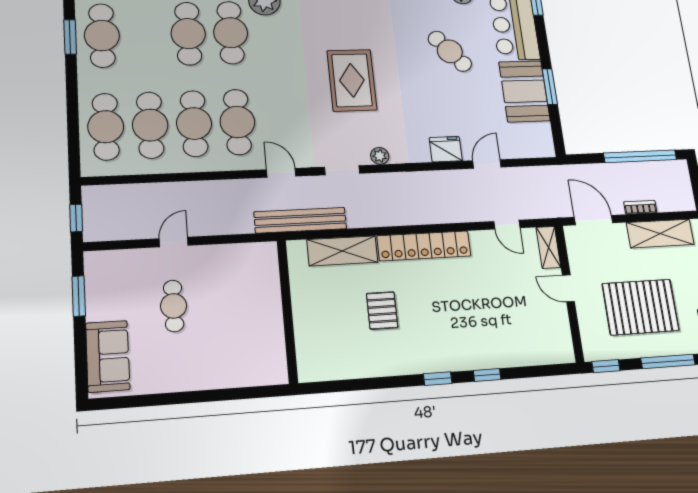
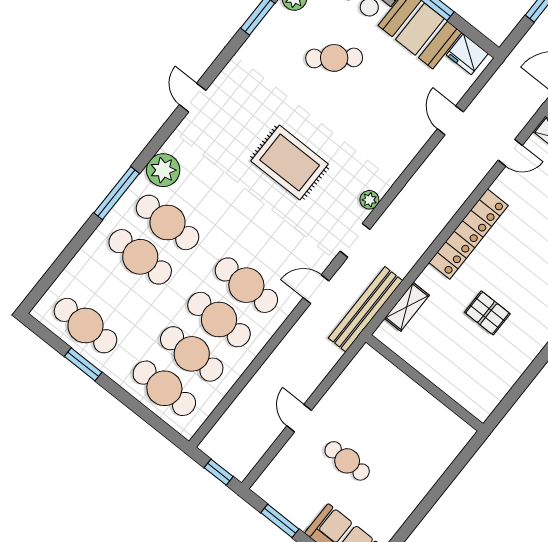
window: (70, 37) -> (83, 364), moved
fridge: (446, 149) -> (467, 54), moved, turned -90
shelving: (342, 251) -> (407, 307), width x0.67, depth x0.75

